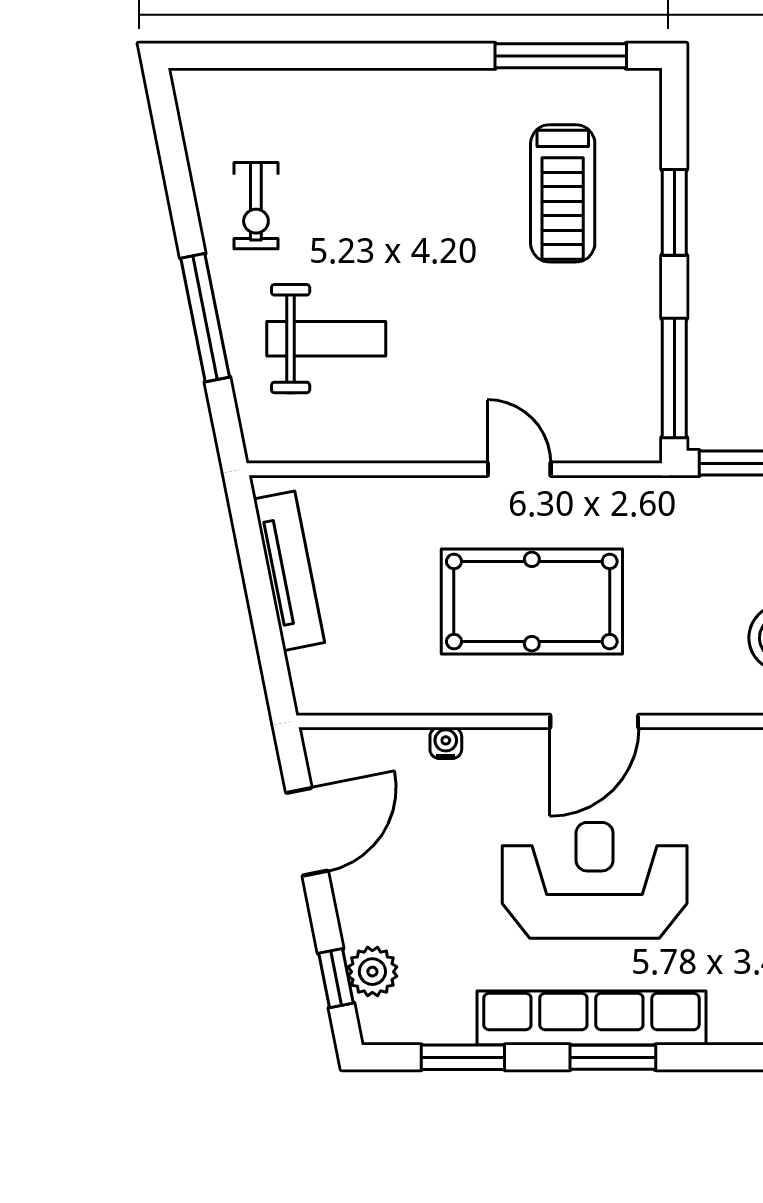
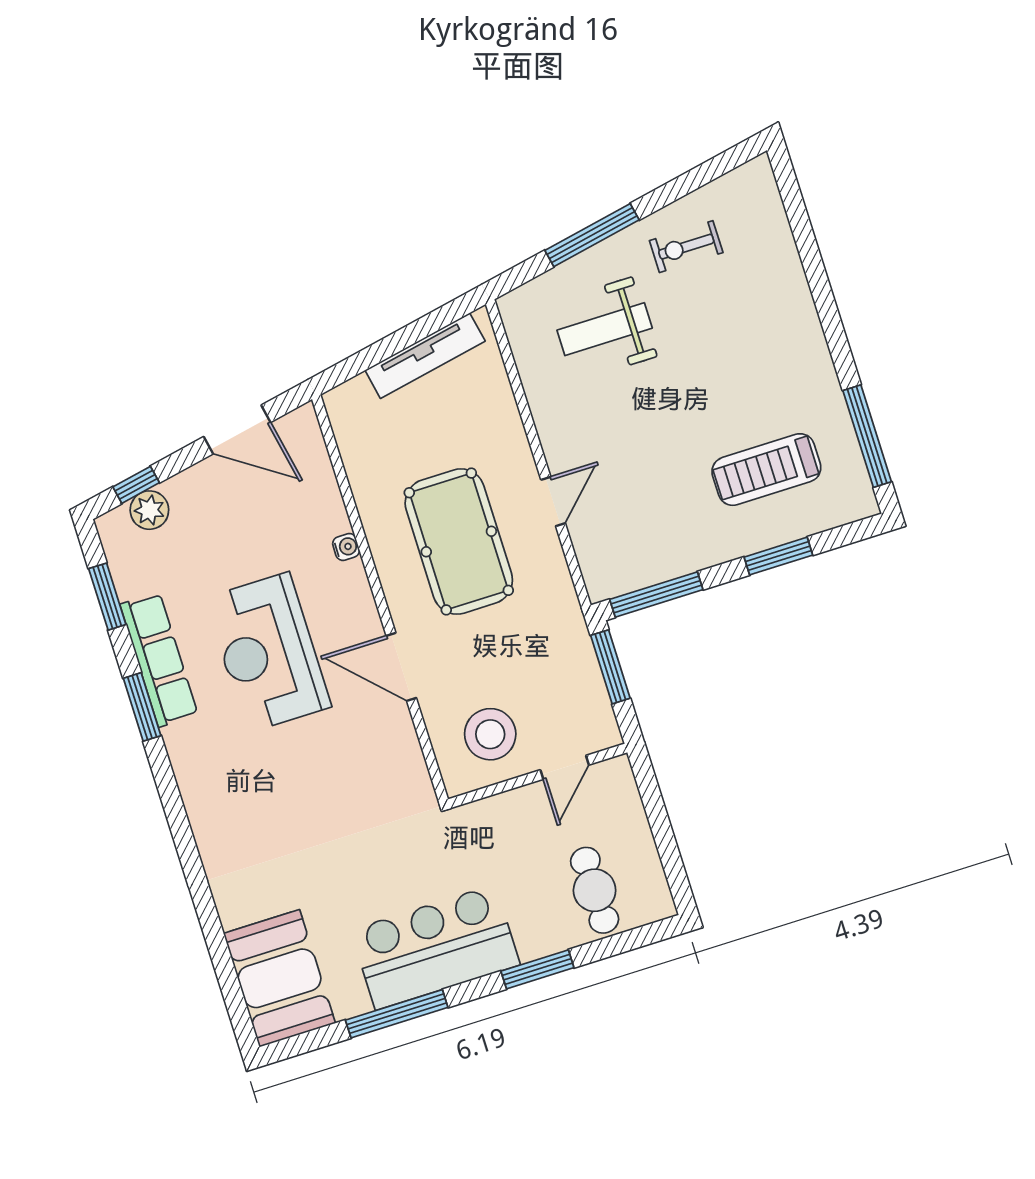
weight bench: (326, 339) -> (605, 329), turned 90
door: (594, 721) -> (401, 667), moved
water cooler: (446, 743) -> (346, 547), moved
reception desk: (595, 880) -> (268, 652), turned 180
row of seats: (591, 1018) -> (159, 660), width x0.73

